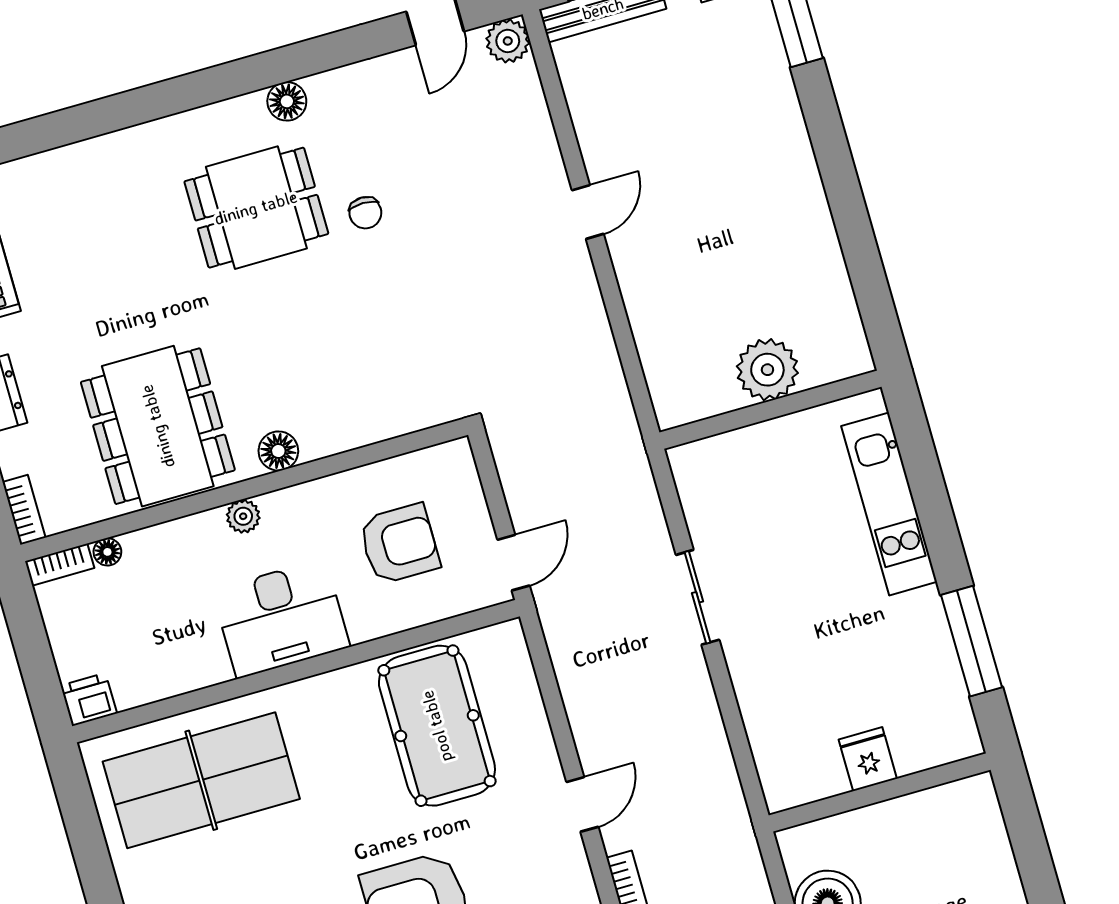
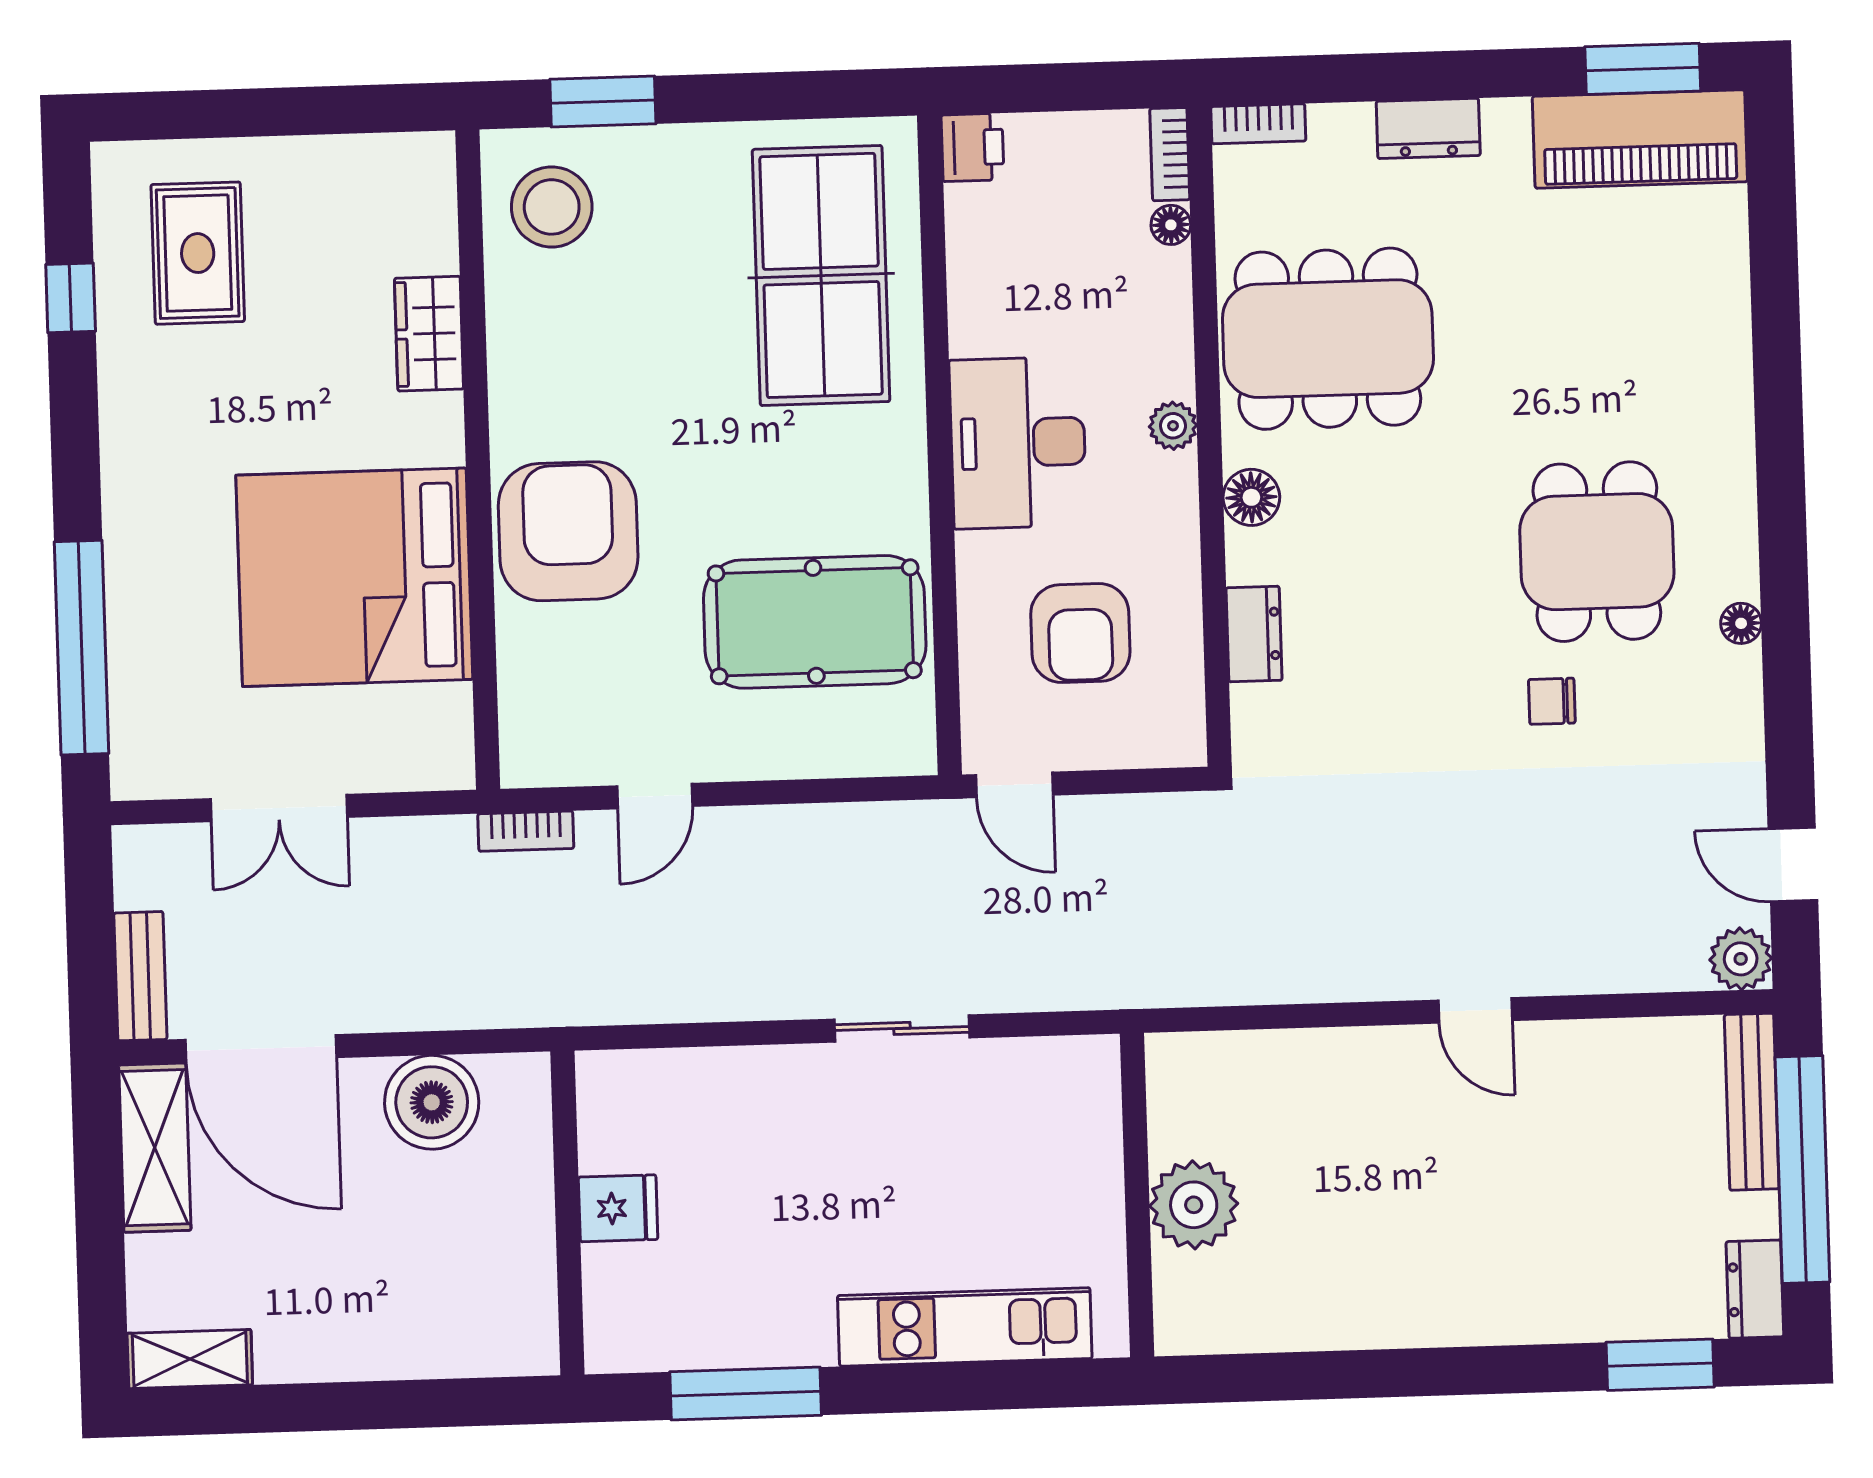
floor lamp: (287, 101) -> (1741, 623), width x0.73, depth x0.73
dresser: (370, 426) -> (1254, 634), added
door: (582, 804) -> (655, 796), hinge flipped

